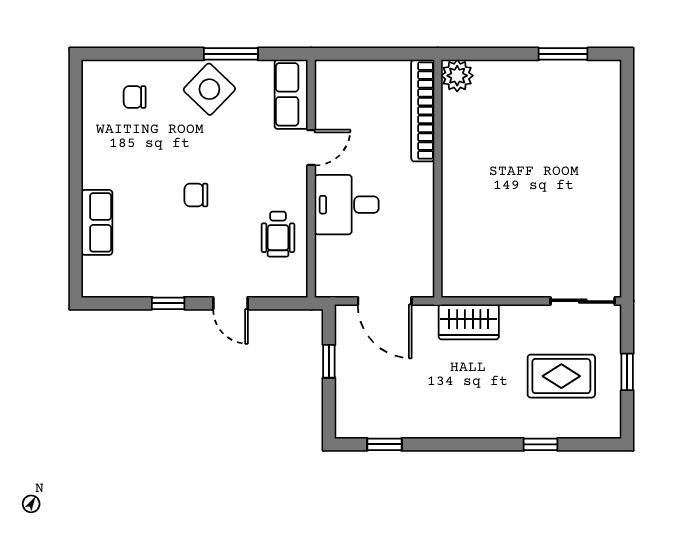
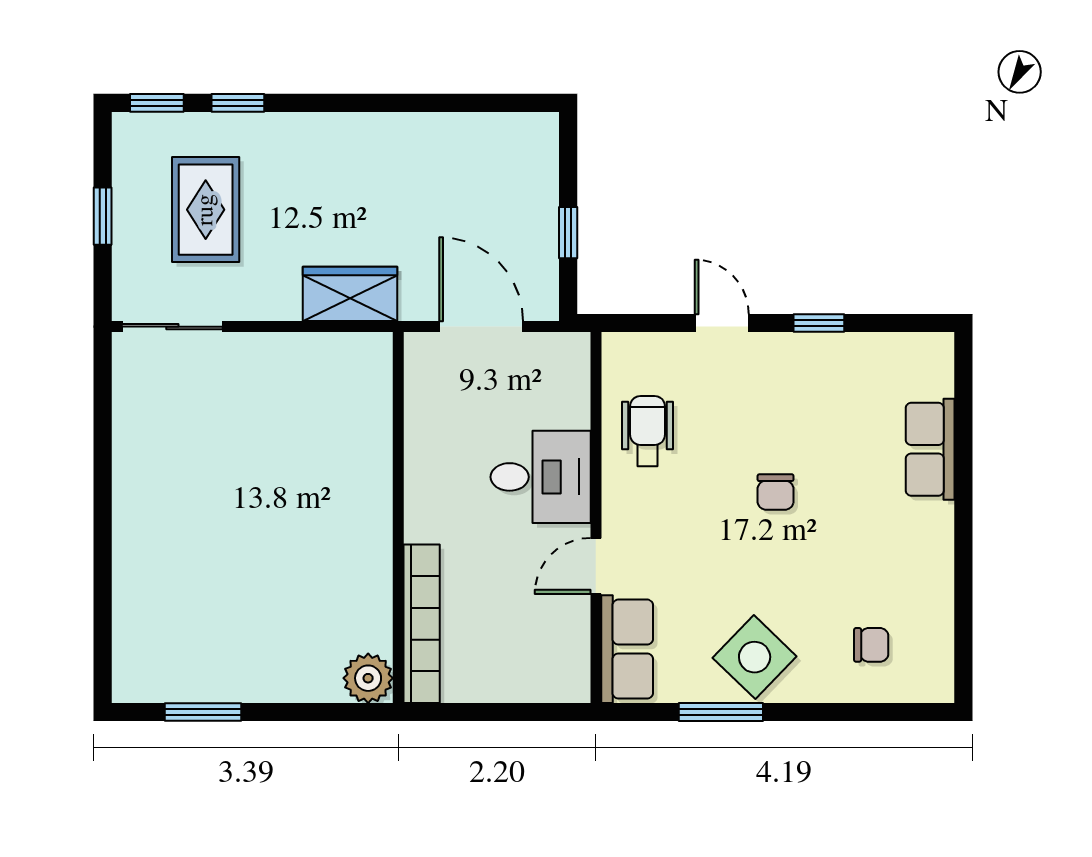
chair: (196, 195) -> (776, 492), turned 90
rug: (561, 376) -> (206, 210), turned 90
window: (384, 444) -> (157, 103), moved

